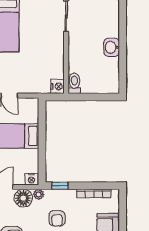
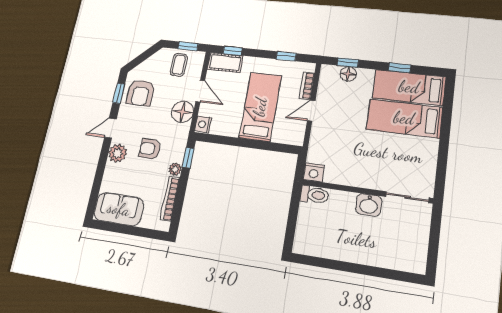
washbasin: (112, 47) -> (369, 205), moved, turned 180
plant: (39, 194) -> (175, 169), moved

